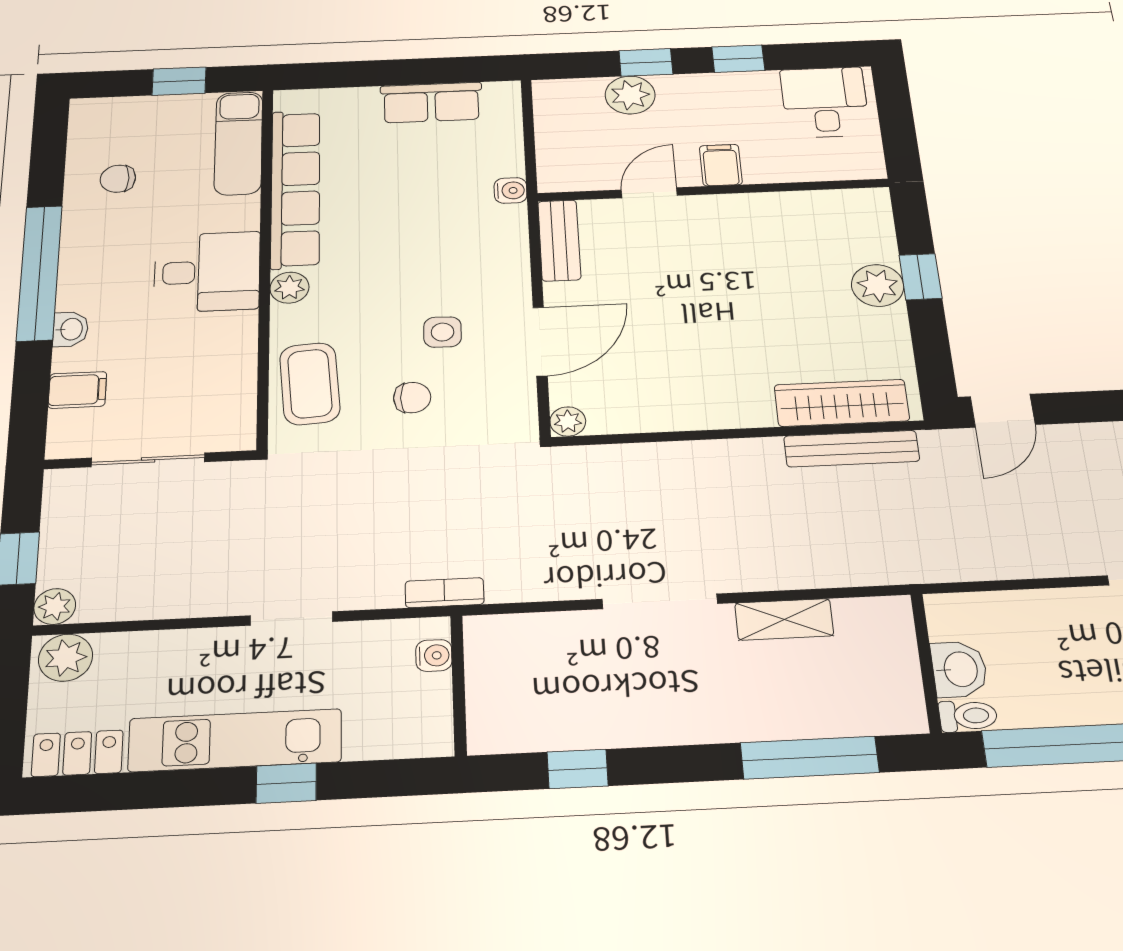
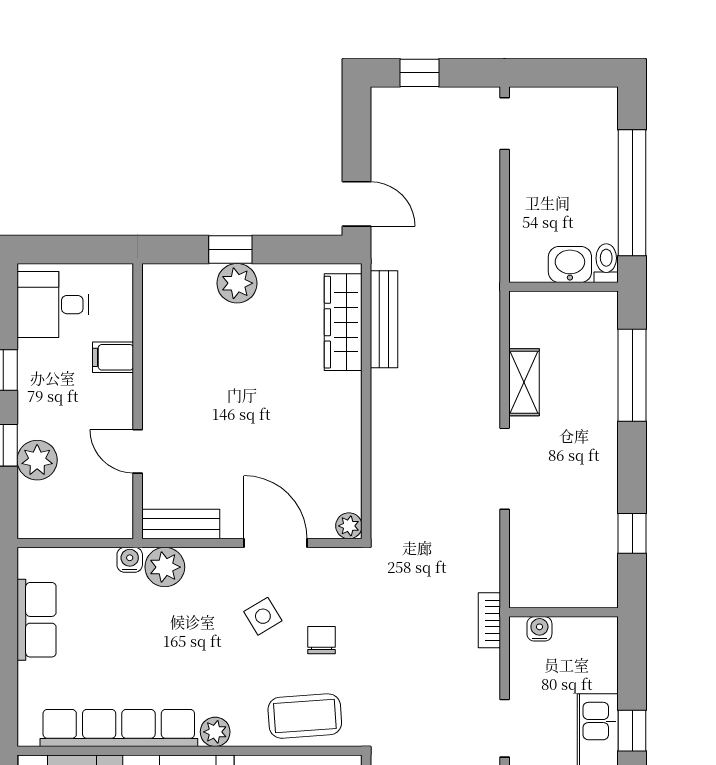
filing cabinet: (721, 165) -> (113, 357), moved
plant: (503, 226) -> (165, 567), added
side table: (443, 332) -> (263, 616), turned -32

